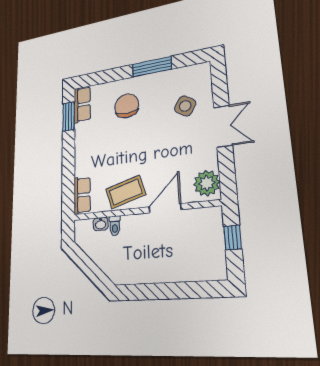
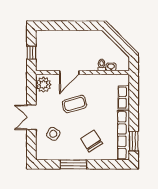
row of seats: (82, 104) -> (123, 135), width x2.02
chair: (127, 106) -> (92, 141), turned 147
coffee table: (126, 192) -> (75, 104), moved
row of seats: (82, 195) -> (124, 98), moved

